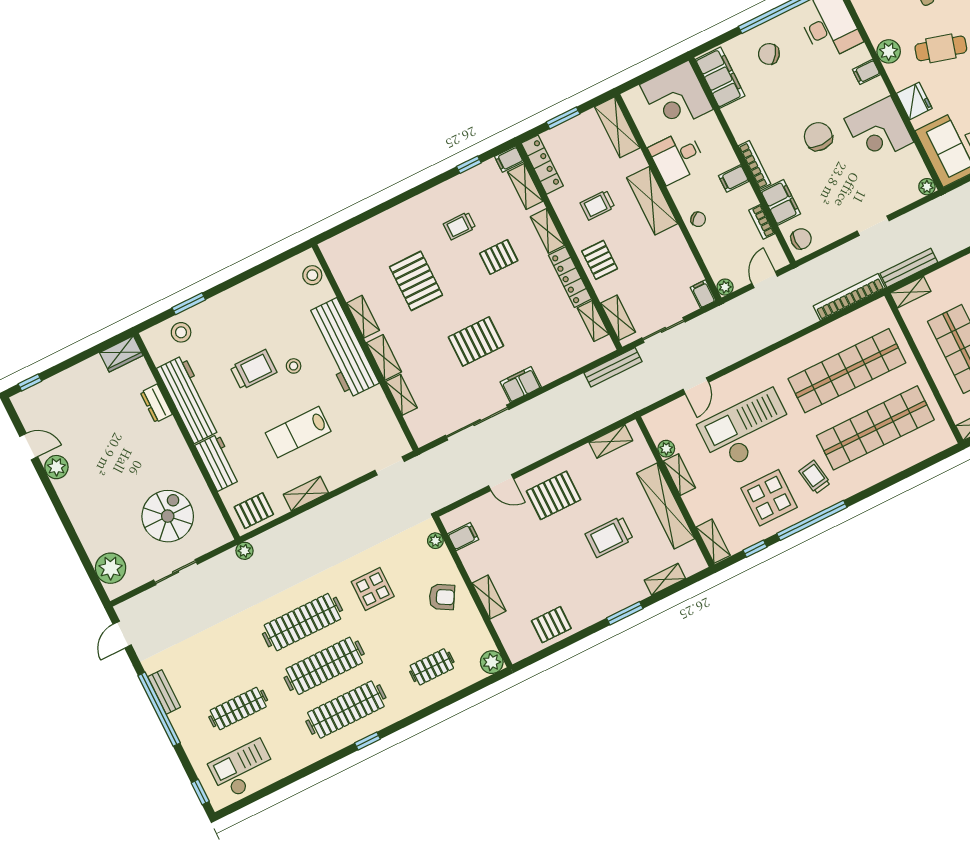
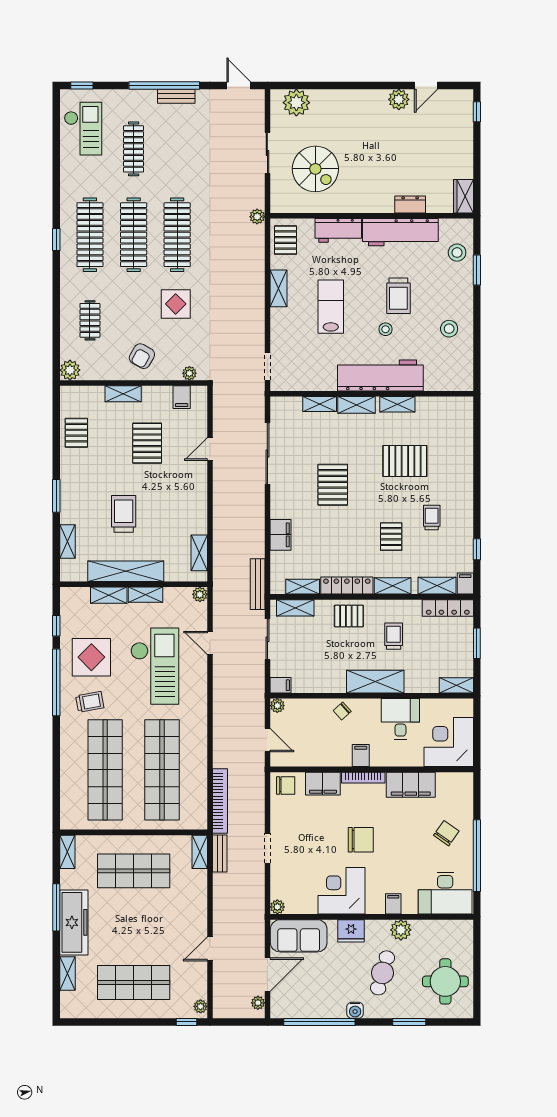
filing cabinet: (720, 78) -> (411, 785), moved
shelving: (617, 127) -> (456, 685), width x0.67, depth x0.75
bookcase: (762, 222) -> (315, 761), removed
chair: (801, 239) -> (286, 786), turned -90
bench: (909, 268) -> (220, 853), width x0.73
stool: (312, 275) -> (449, 329), moved
filing cabinet: (521, 384) -> (281, 535), moved
plant: (666, 449) -> (200, 594), moved
pallet: (554, 495) -> (147, 443), moved
shelving: (713, 541) -> (109, 595), moved

